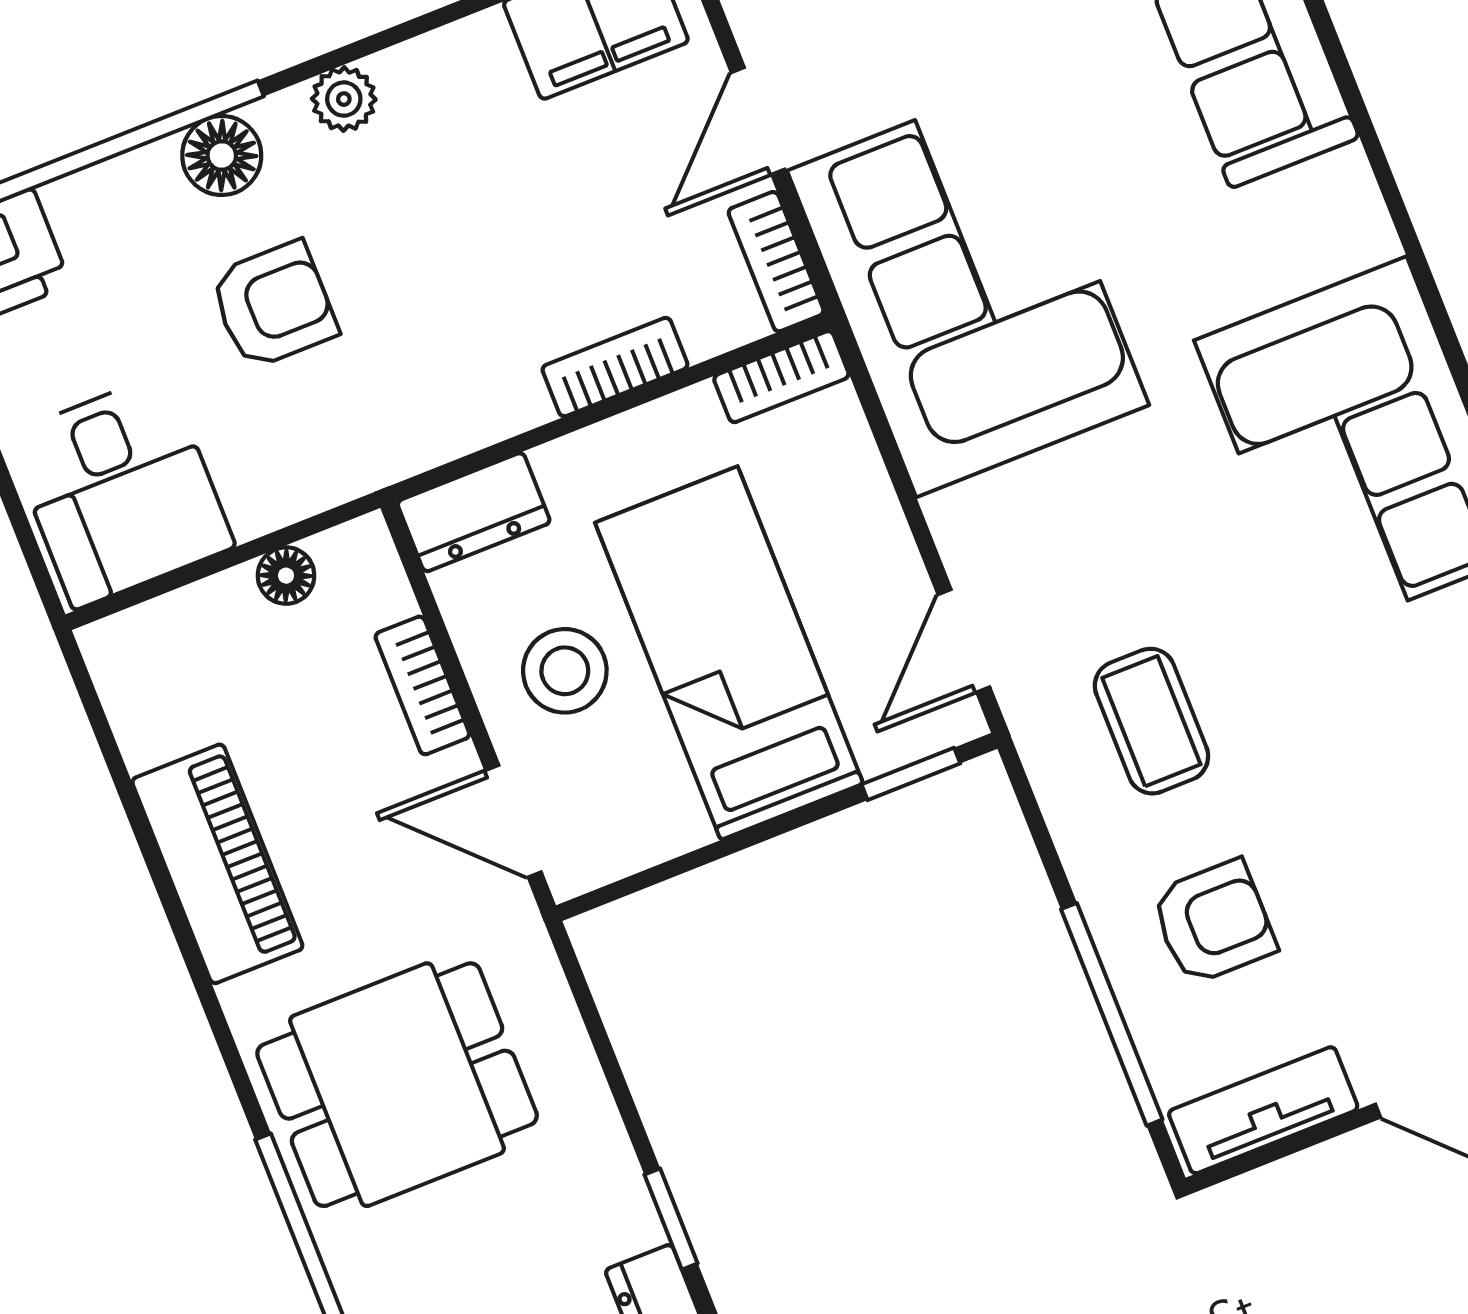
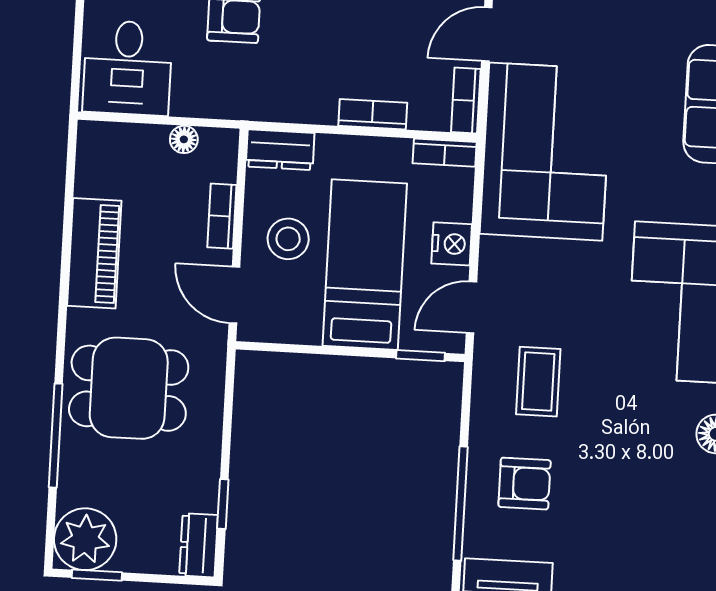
nightstand: (873, 540) -> (452, 244), added

